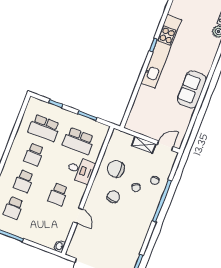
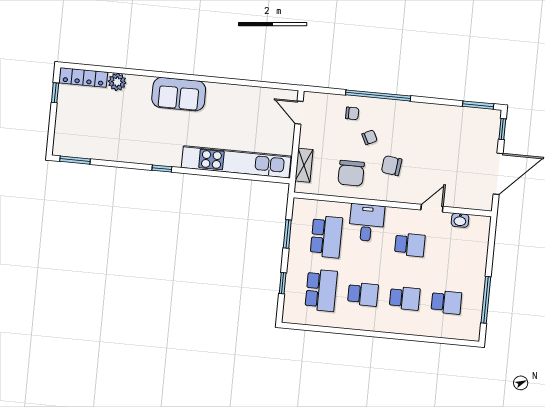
kitchen unit: (161, 51) -> (236, 162), moved
sofa: (192, 90) -> (179, 94), moved
shelving: (144, 145) -> (304, 165), moved
washbasin: (59, 246) -> (460, 220), moved

